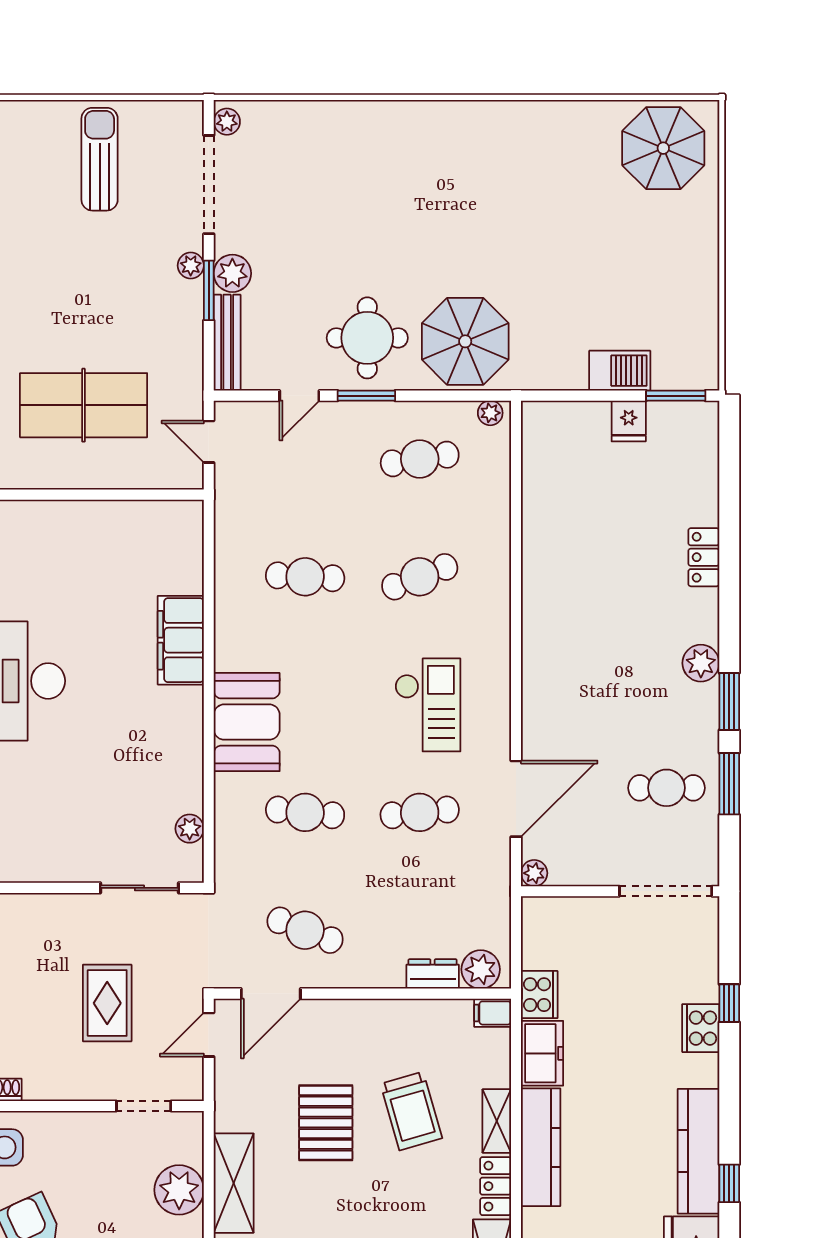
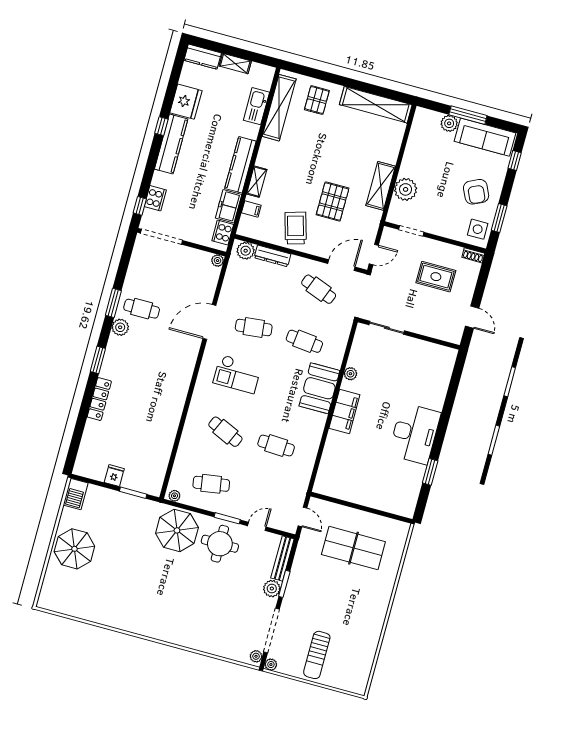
parasol: (663, 148) -> (74, 549), moved
plant: (191, 266) -> (271, 665), moved
barbecue: (620, 371) -> (76, 494), moved, turned -90
window: (676, 396) -> (133, 493), moved
locker: (704, 557) -> (99, 399), width x1.53
cafe table: (420, 577) -> (225, 432), turned 45
filing cabinet: (181, 640) -> (344, 411), moved
plant: (701, 663) -> (120, 327), moved
window: (729, 701) -> (98, 360), moved
checkout: (428, 705) -> (237, 374), turned -90
plant: (190, 829) -> (350, 374), moved
plant: (534, 873) -> (218, 261), moved
wall: (620, 891) -> (182, 242), moved
doorway: (666, 891) -> (162, 237), moved
dresser: (433, 974) -> (273, 256), width x1.44
rug: (107, 1003) -> (436, 277), moved, turned 90
filing cabinet: (493, 1013) -> (251, 209), moved
trolley: (411, 1111) -> (296, 228), moved
locker: (496, 1186) -> (265, 153), removed

